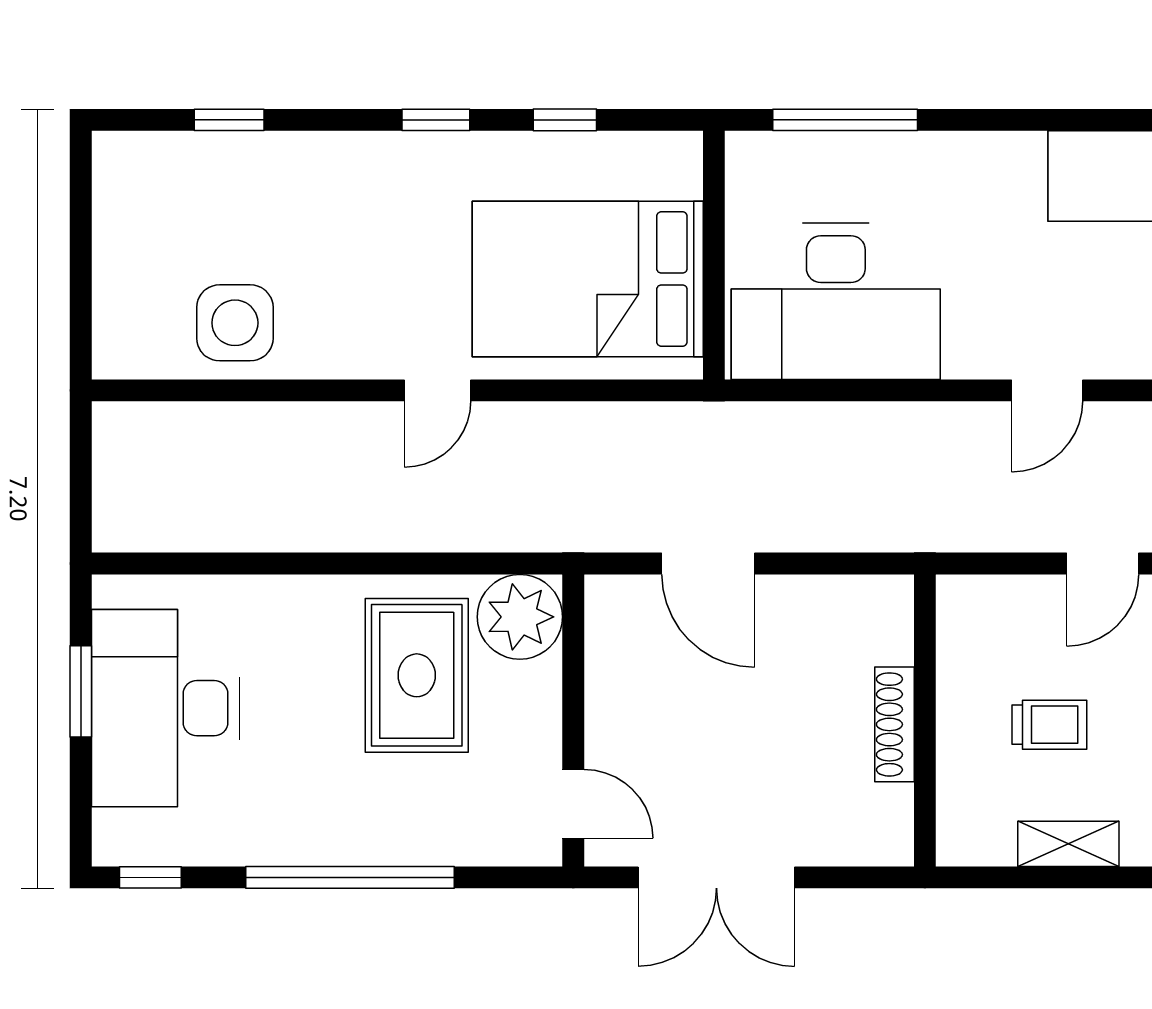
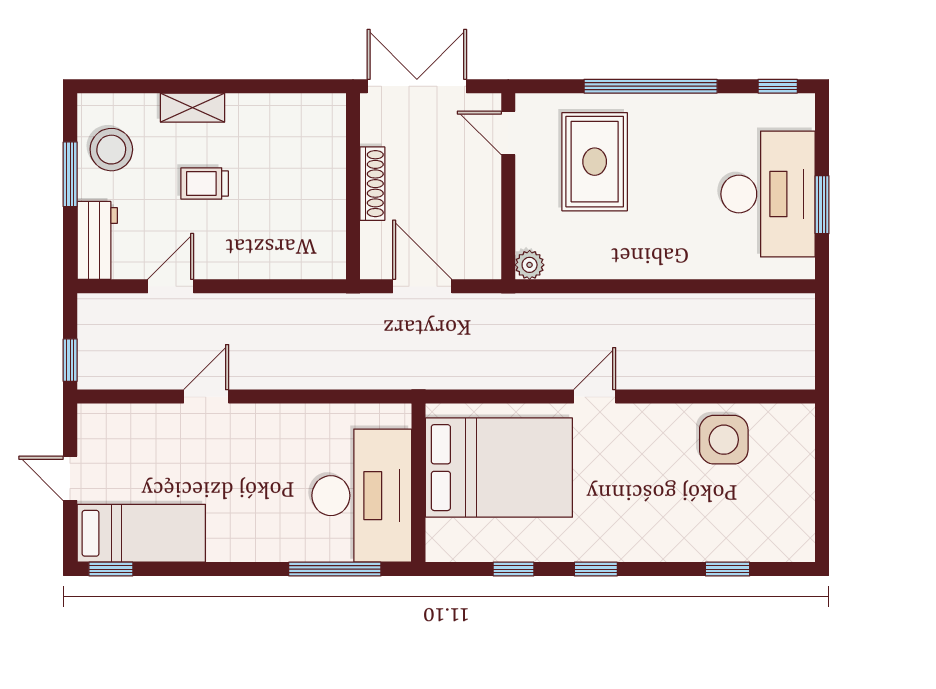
desk: (836, 301) -> (362, 496), moved, turned 90
plant: (520, 617) -> (530, 265), width x0.53, depth x0.53
rug: (417, 675) -> (595, 162), moved
wall: (925, 720) -> (353, 186), moved
shoe rack: (895, 724) -> (372, 184), moved

